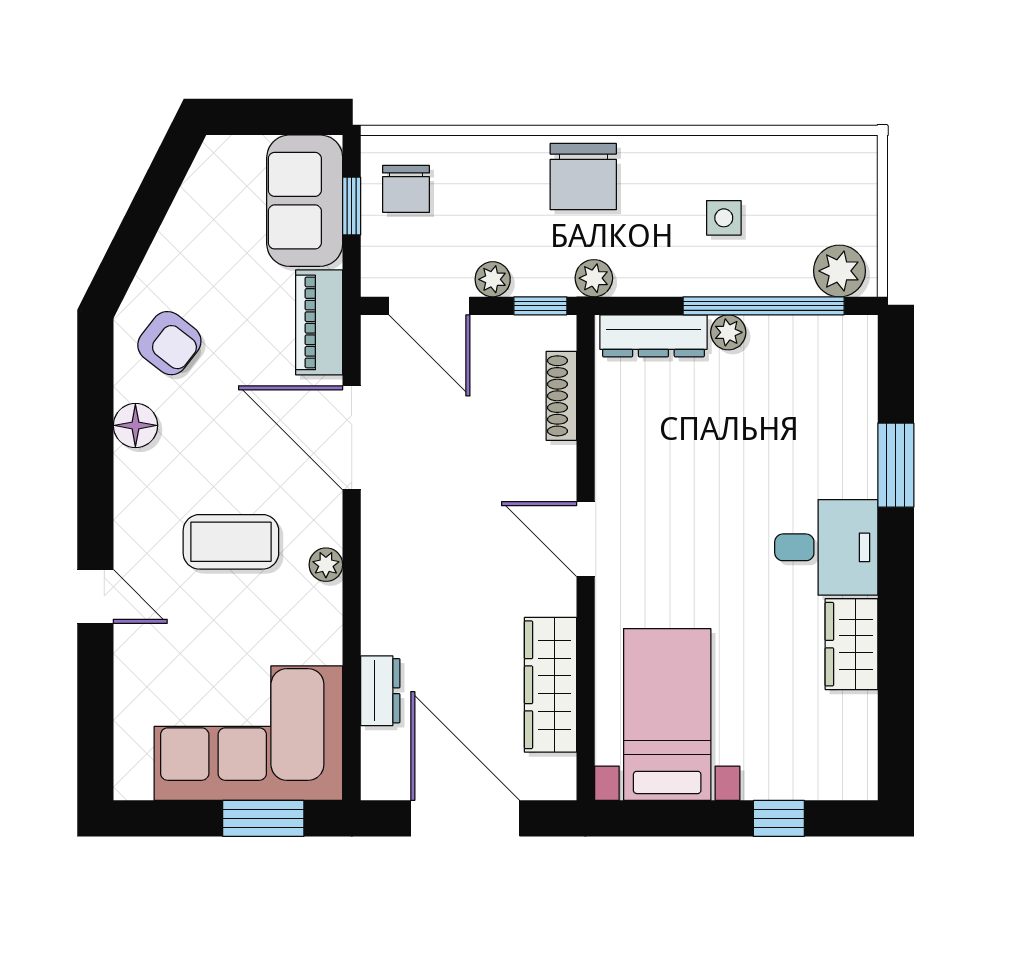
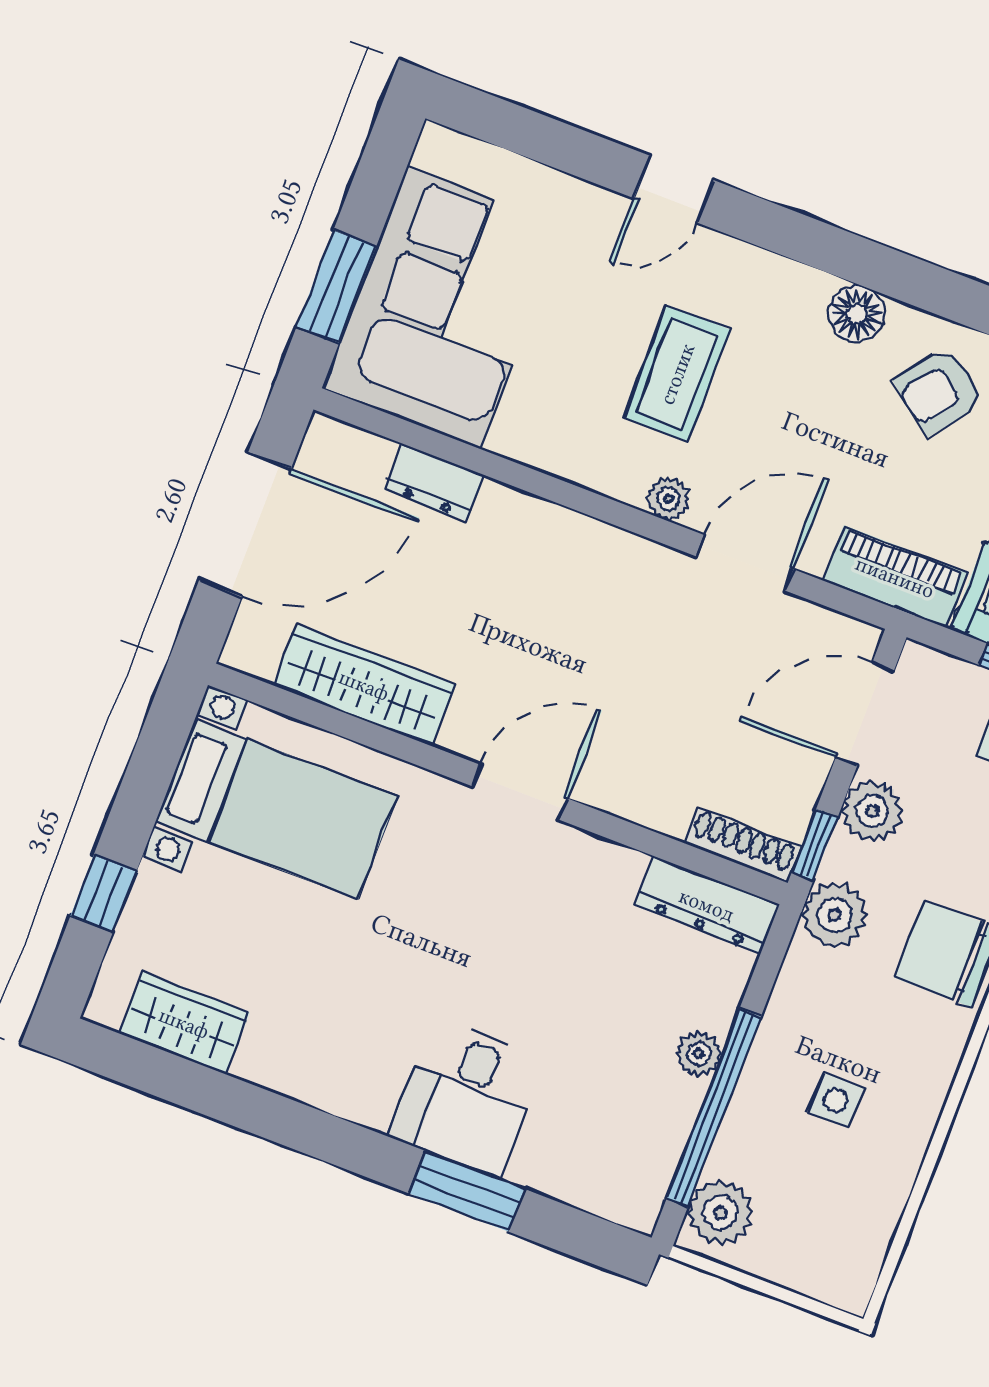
plant: (594, 278) -> (835, 915), width x1.38, depth x1.38
plant: (493, 279) -> (872, 811), width x1.38, depth x1.38
dresser: (653, 336) -> (707, 905), moved, turned -90
shoe rack: (561, 396) -> (742, 845), moved
door: (352, 438) -> (745, 563), width x0.73
desk: (826, 547) -> (467, 1097), moved
plant: (326, 565) -> (669, 499), moved
wardrobe: (851, 644) -> (184, 1023), moved

